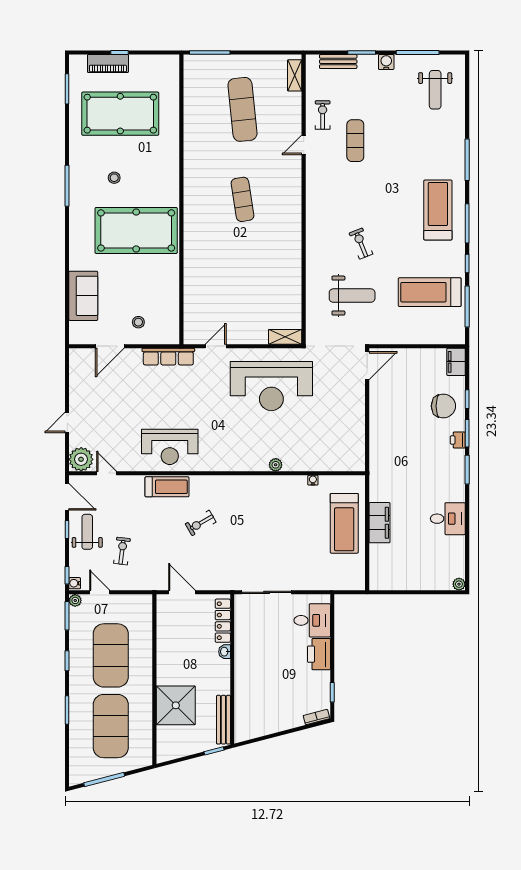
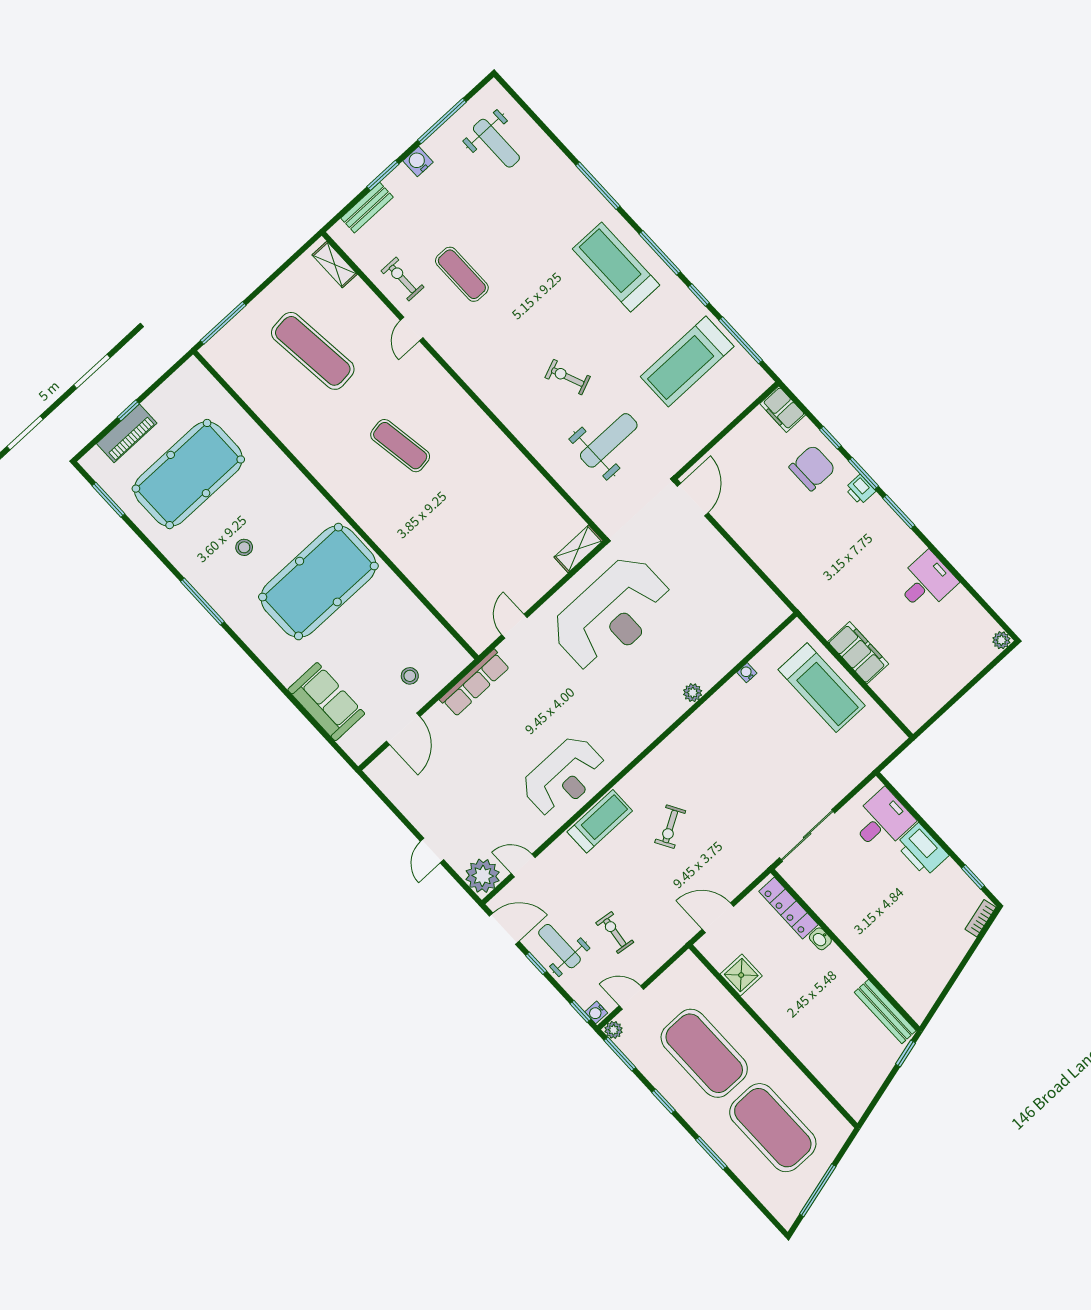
shower: (176, 705) -> (741, 975), moved, width x0.54, depth x0.54

